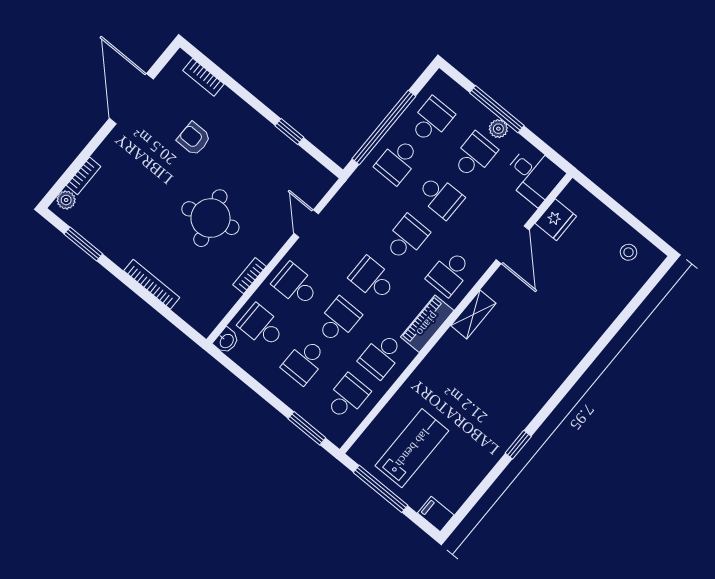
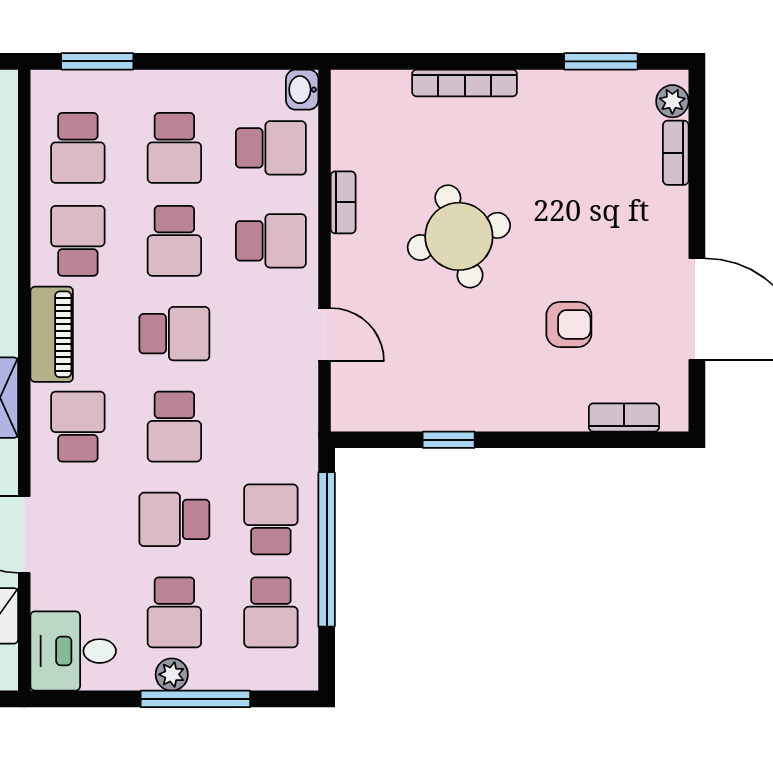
school desk: (304, 362) -> (174, 148), turned 180

